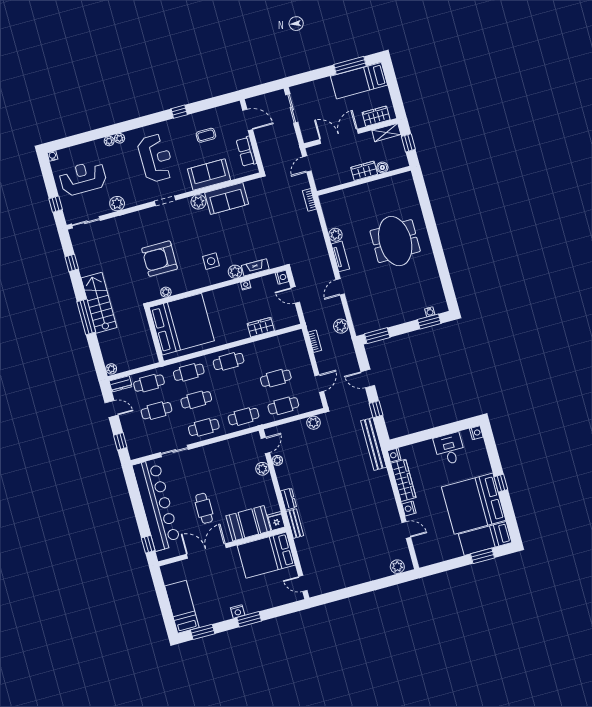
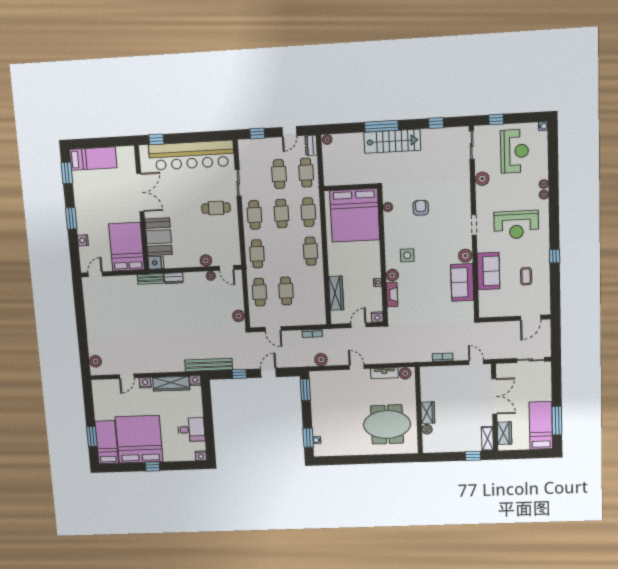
row of seats: (246, 151) -> (501, 310), removed
boiler: (382, 167) -> (427, 429), moved
wardrobe: (364, 171) -> (428, 413), moved
wall: (364, 181) -> (419, 410), moved
armchair: (160, 259) -> (421, 208), width x0.53, depth x0.53
wardrobe: (261, 327) -> (336, 293), width x1.50
cafe table: (204, 508) -> (216, 208), moved
nightstand: (238, 611) -> (83, 240), moved

